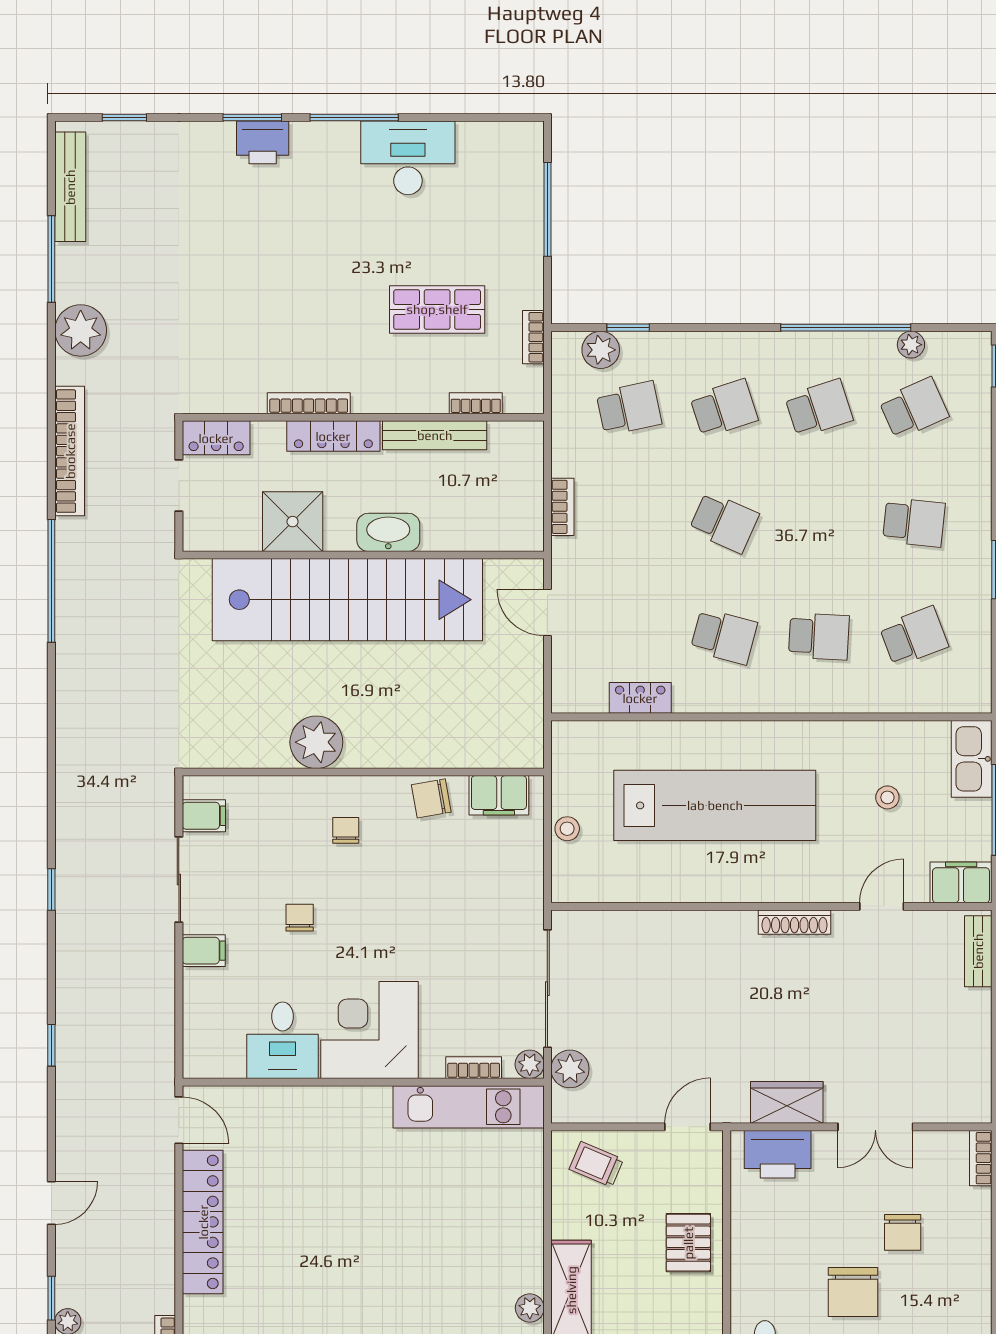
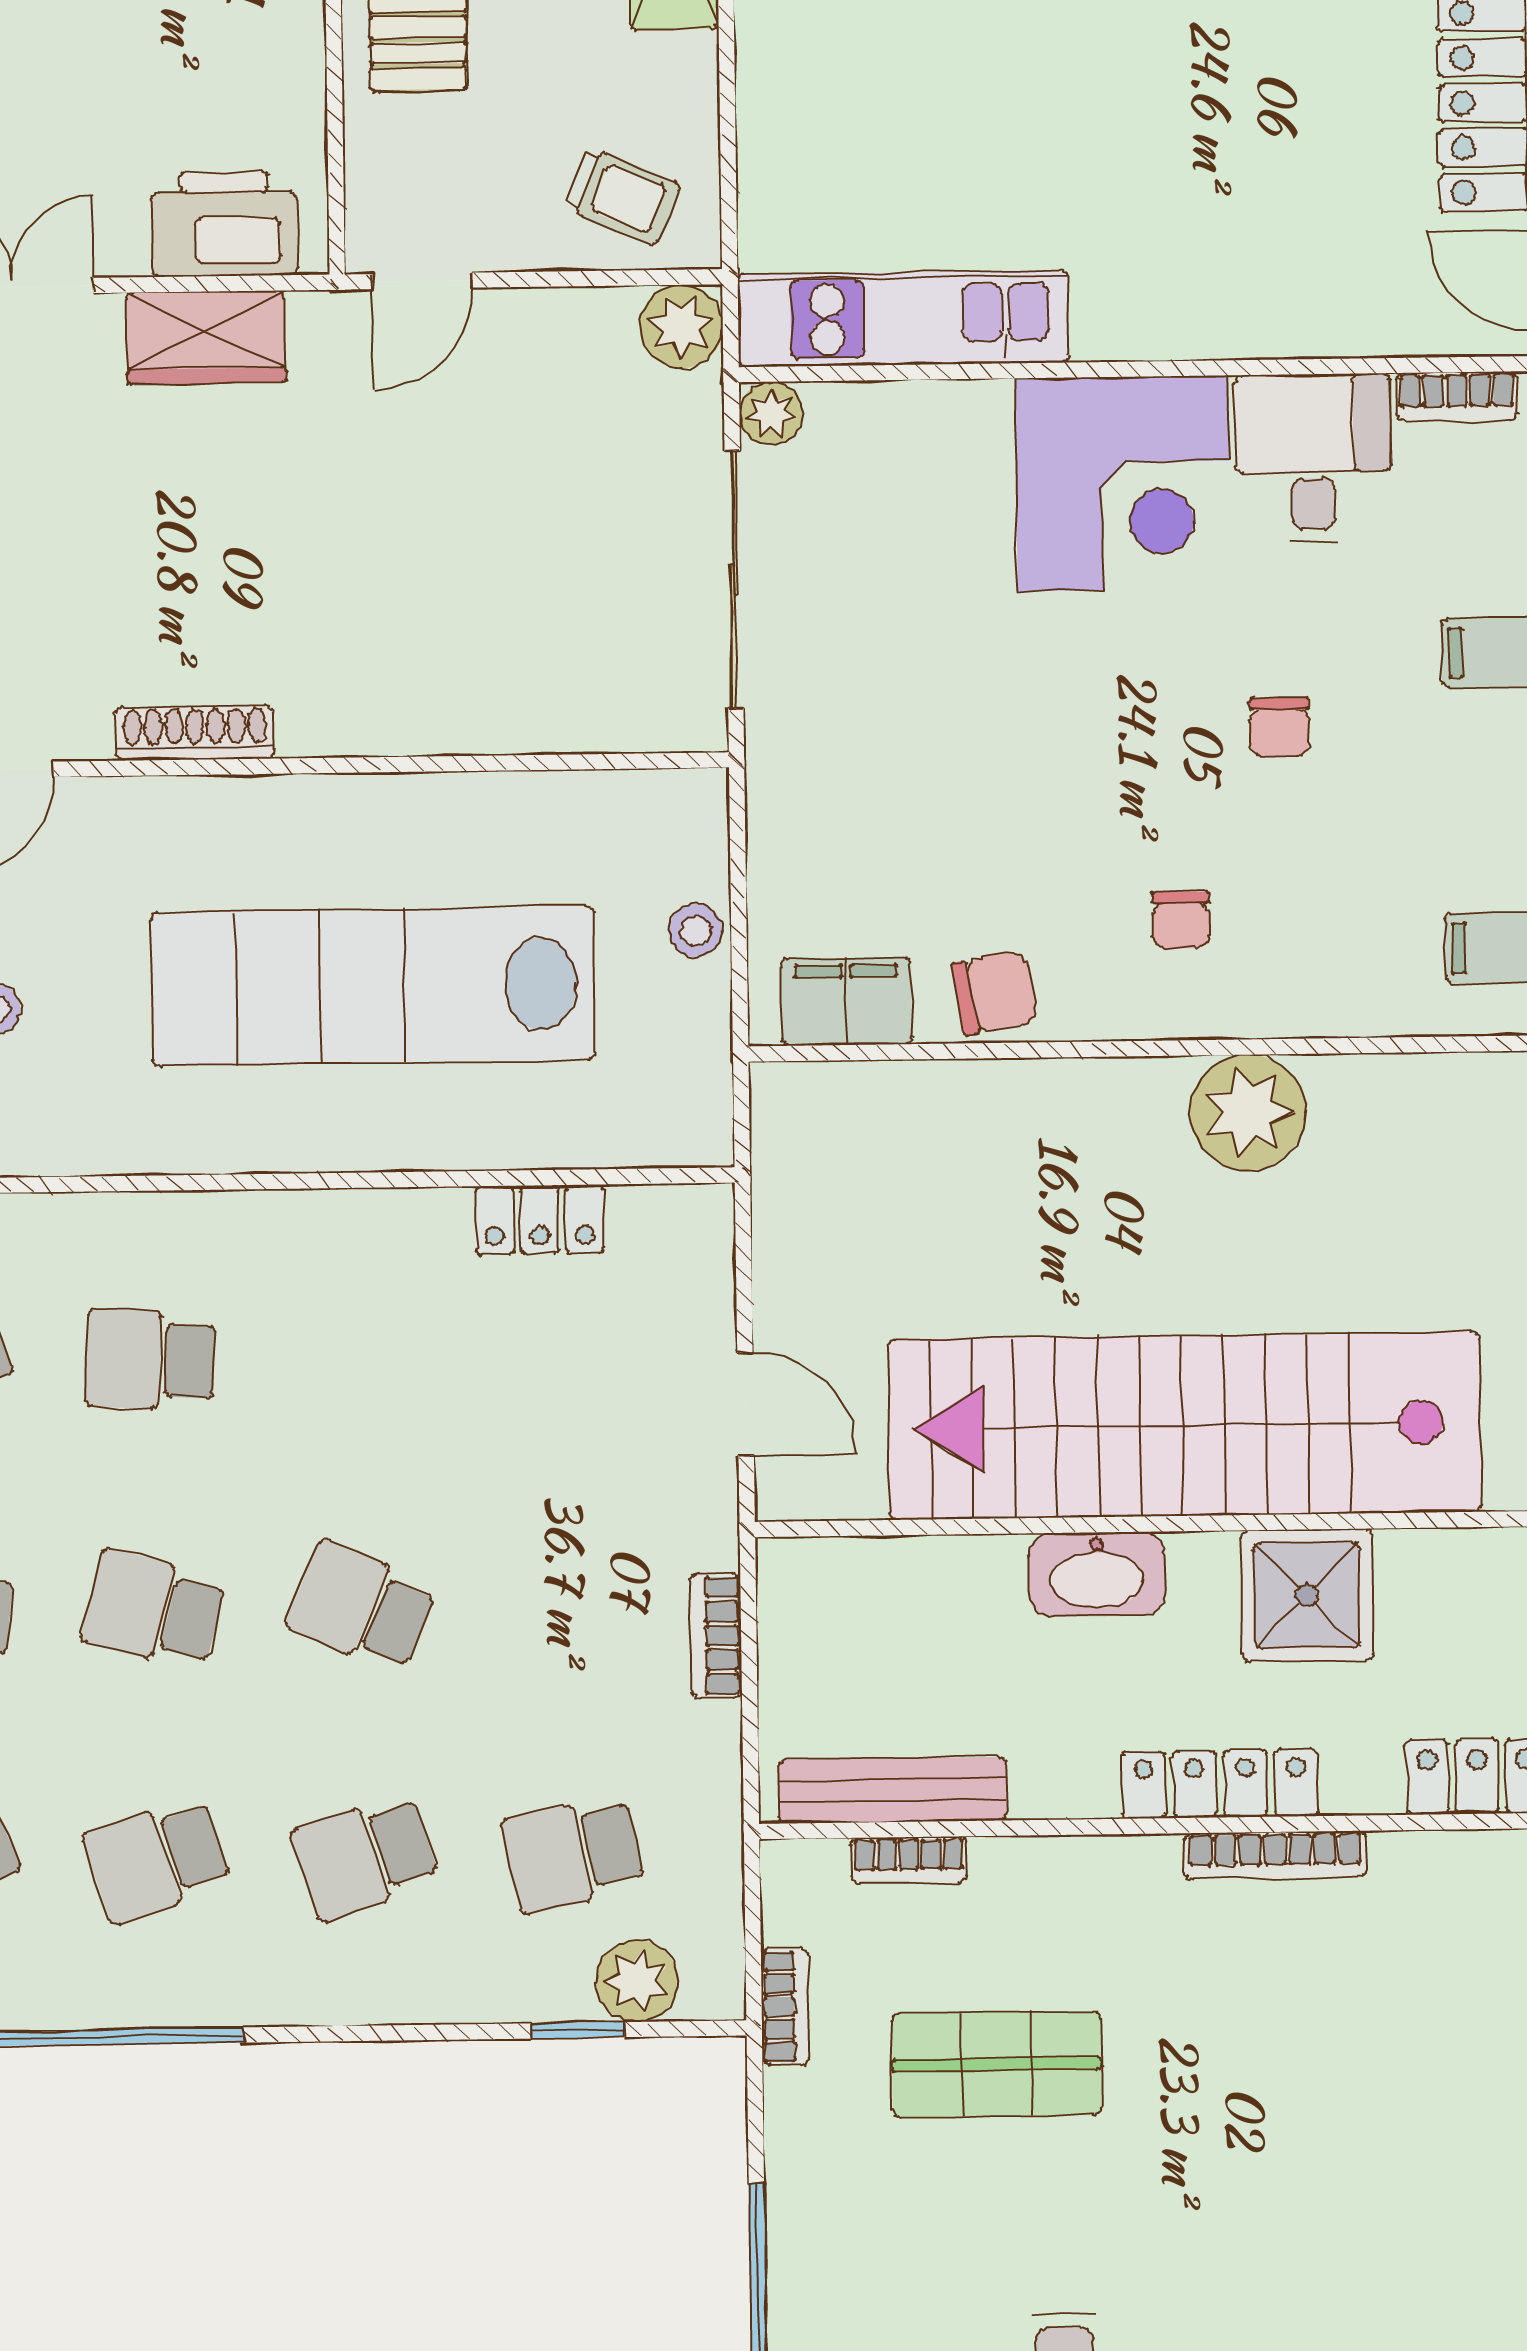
bench: (435, 435) -> (893, 1790), moved
school desk: (724, 636) -> (154, 1610), moved
bookcase: (474, 1068) -> (1457, 396), moved
plant: (570, 1069) -> (681, 326), moved

